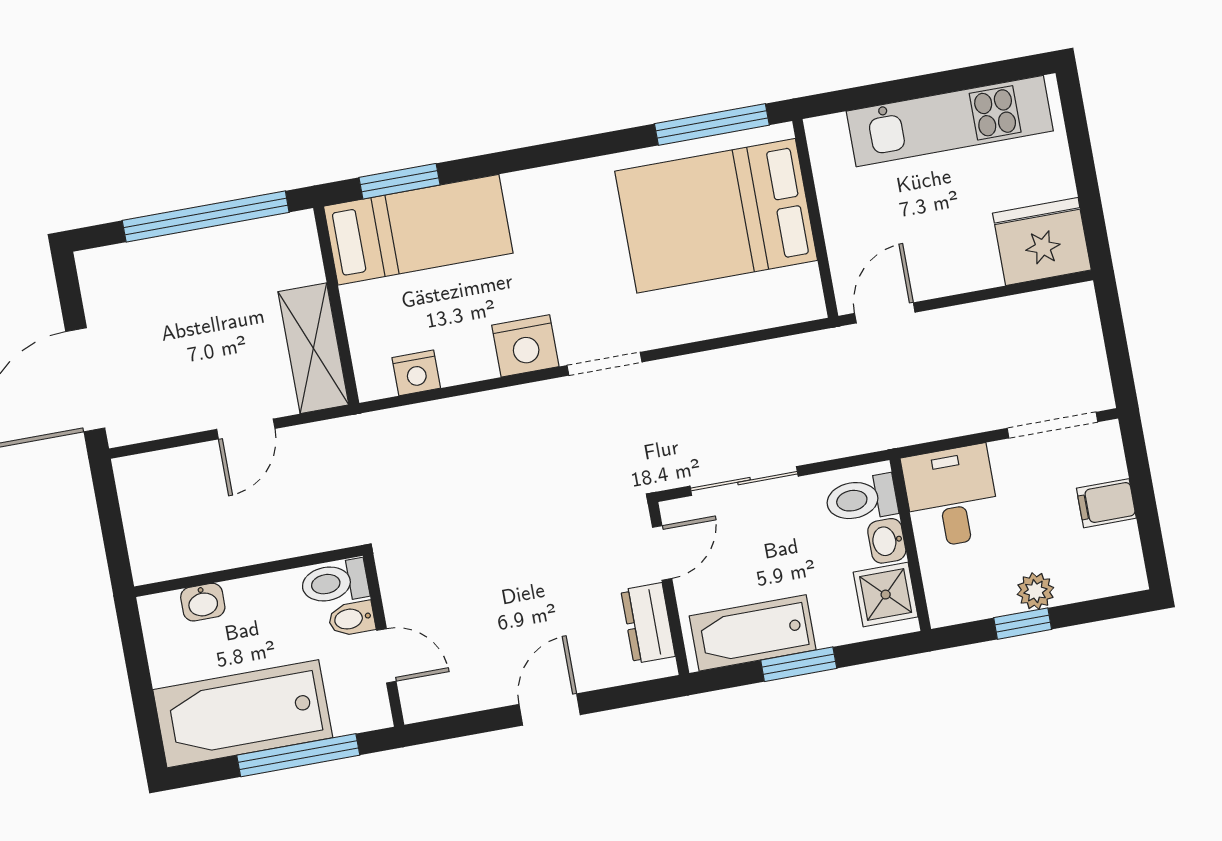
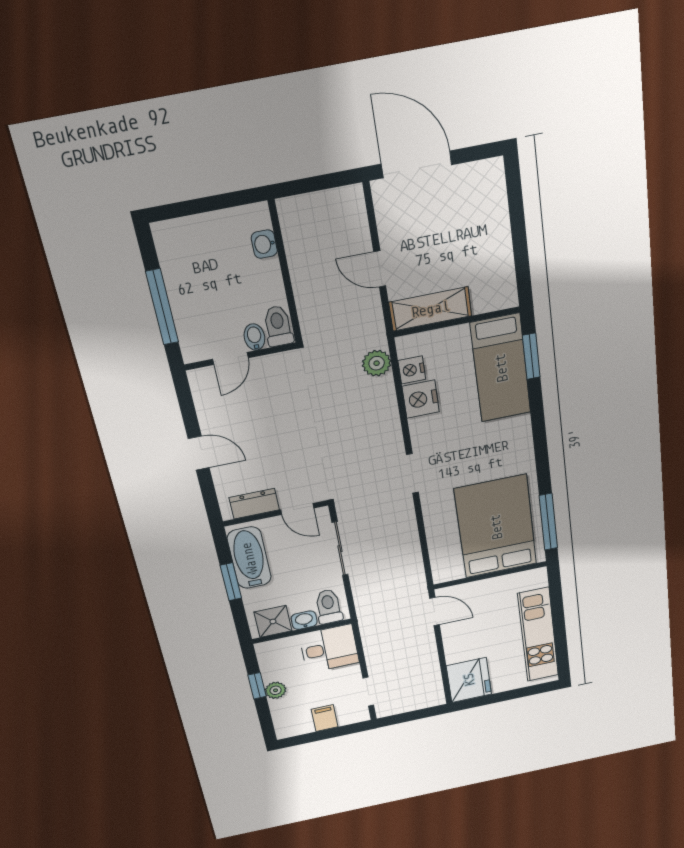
window: (206, 216) -> (519, 241), removed
nightstand: (525, 346) -> (421, 399), moved
doorway: (1053, 425) -> (368, 692), width x0.73
plant: (403, 429) -> (377, 363), added
bathtub: (243, 714) -> (189, 271), removed

